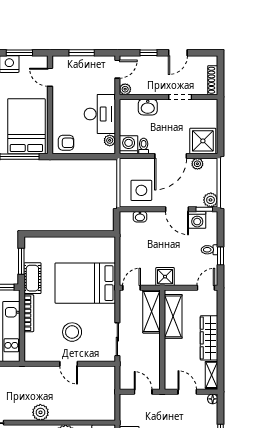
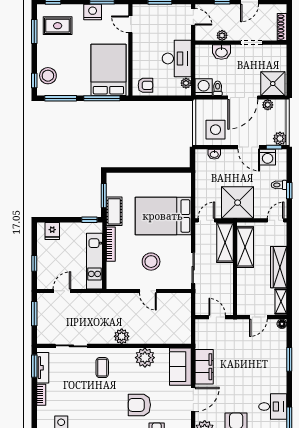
door: (117, 69) -> (193, 17), hinge flipped
plant: (125, 89) -> (222, 35), moved
shower: (165, 277) -> (238, 203), width x1.86, depth x1.86
door: (187, 392) -> (258, 317), swing flipped

